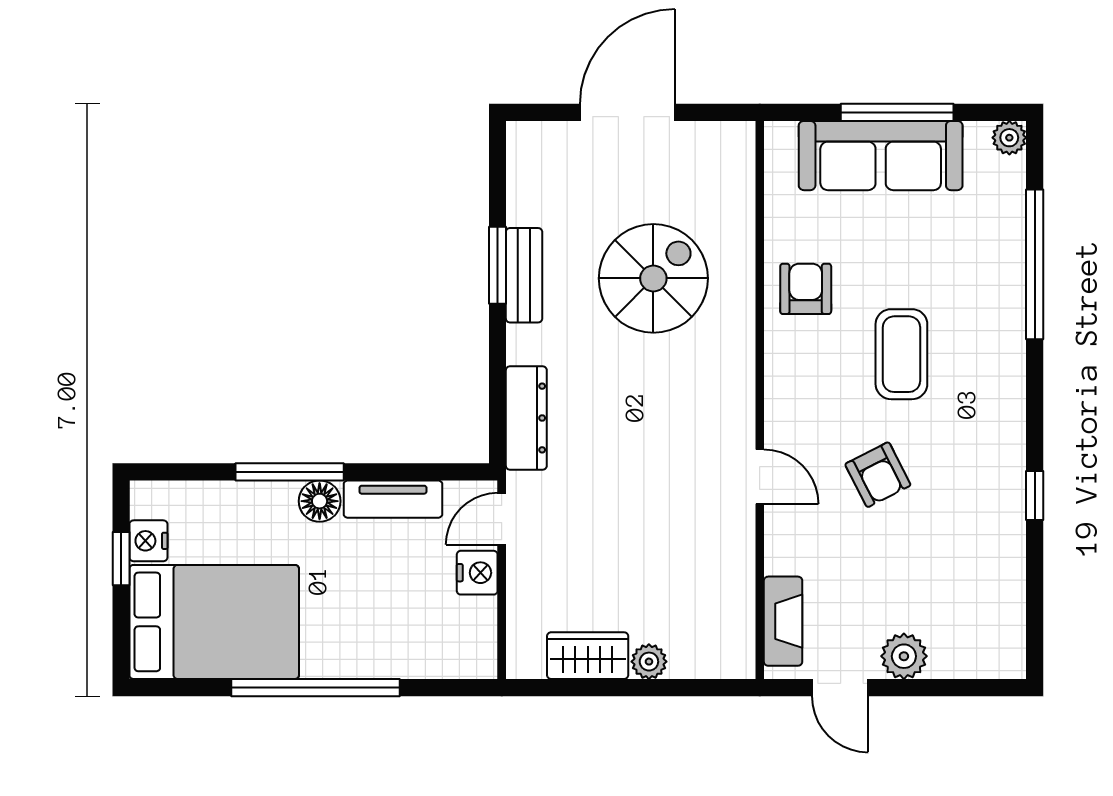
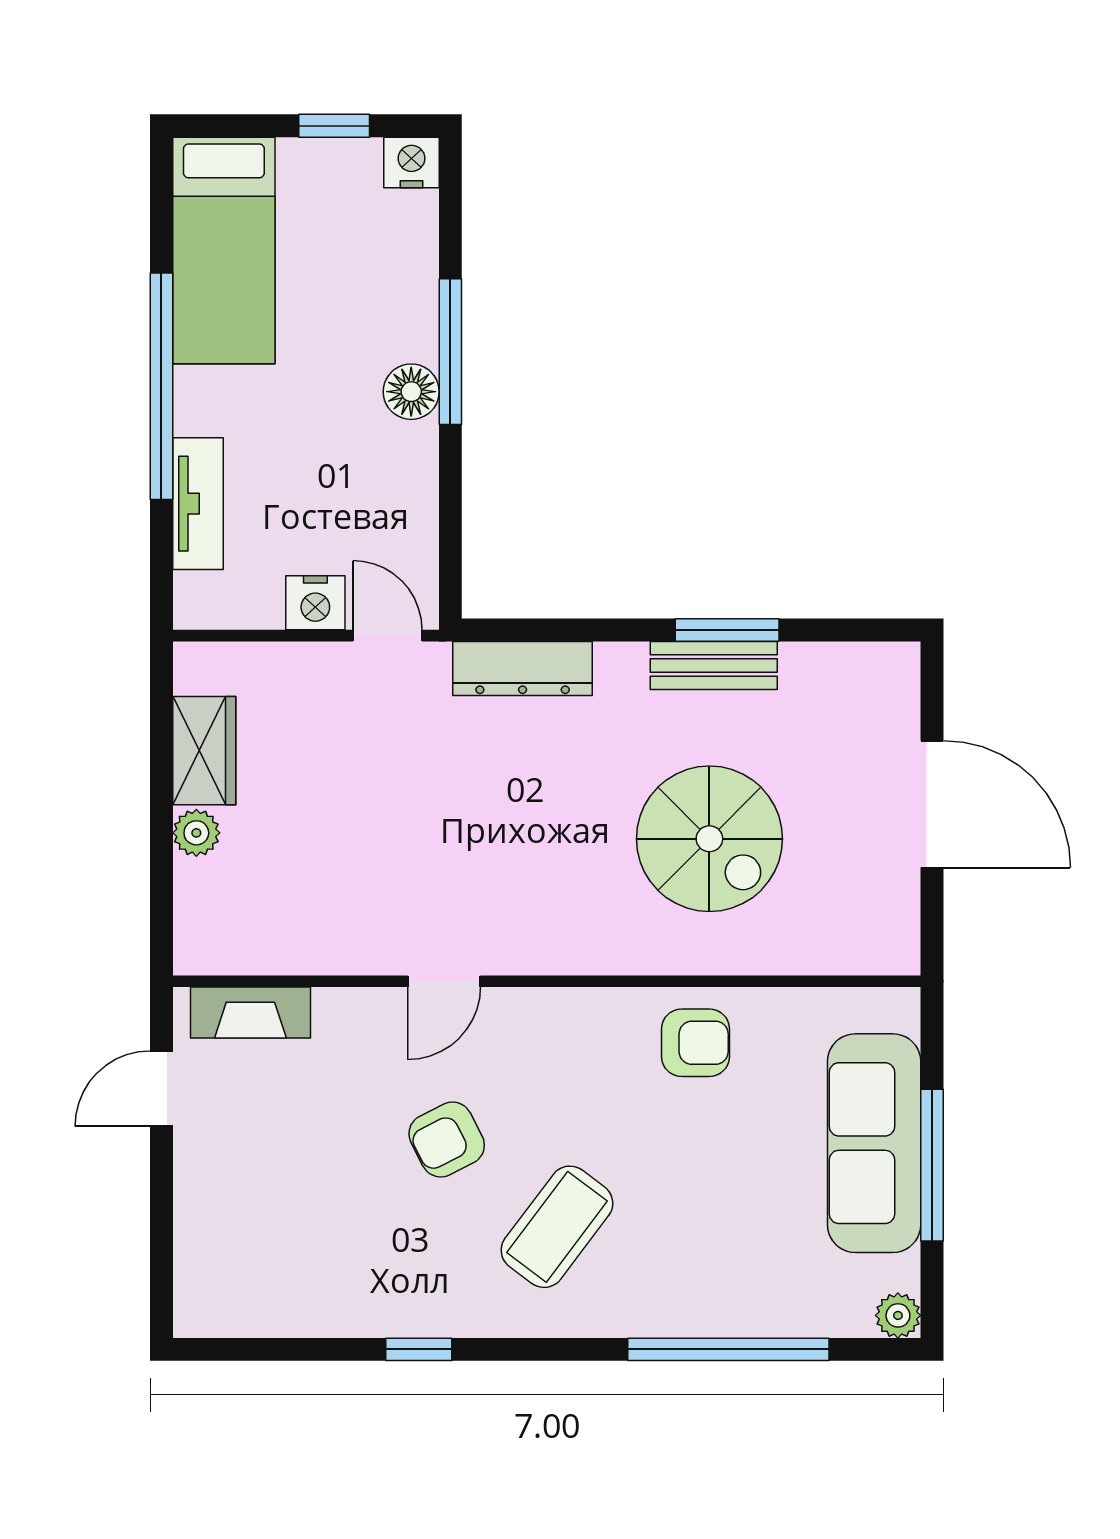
coffee table: (901, 354) -> (557, 1227), moved, turned -53
tv unit: (393, 499) -> (198, 504), moved, turned 180
nightstand: (148, 541) -> (412, 162), moved
bed: (214, 622) -> (224, 251), width x0.67
plant: (904, 656) -> (203, 1174), removed

